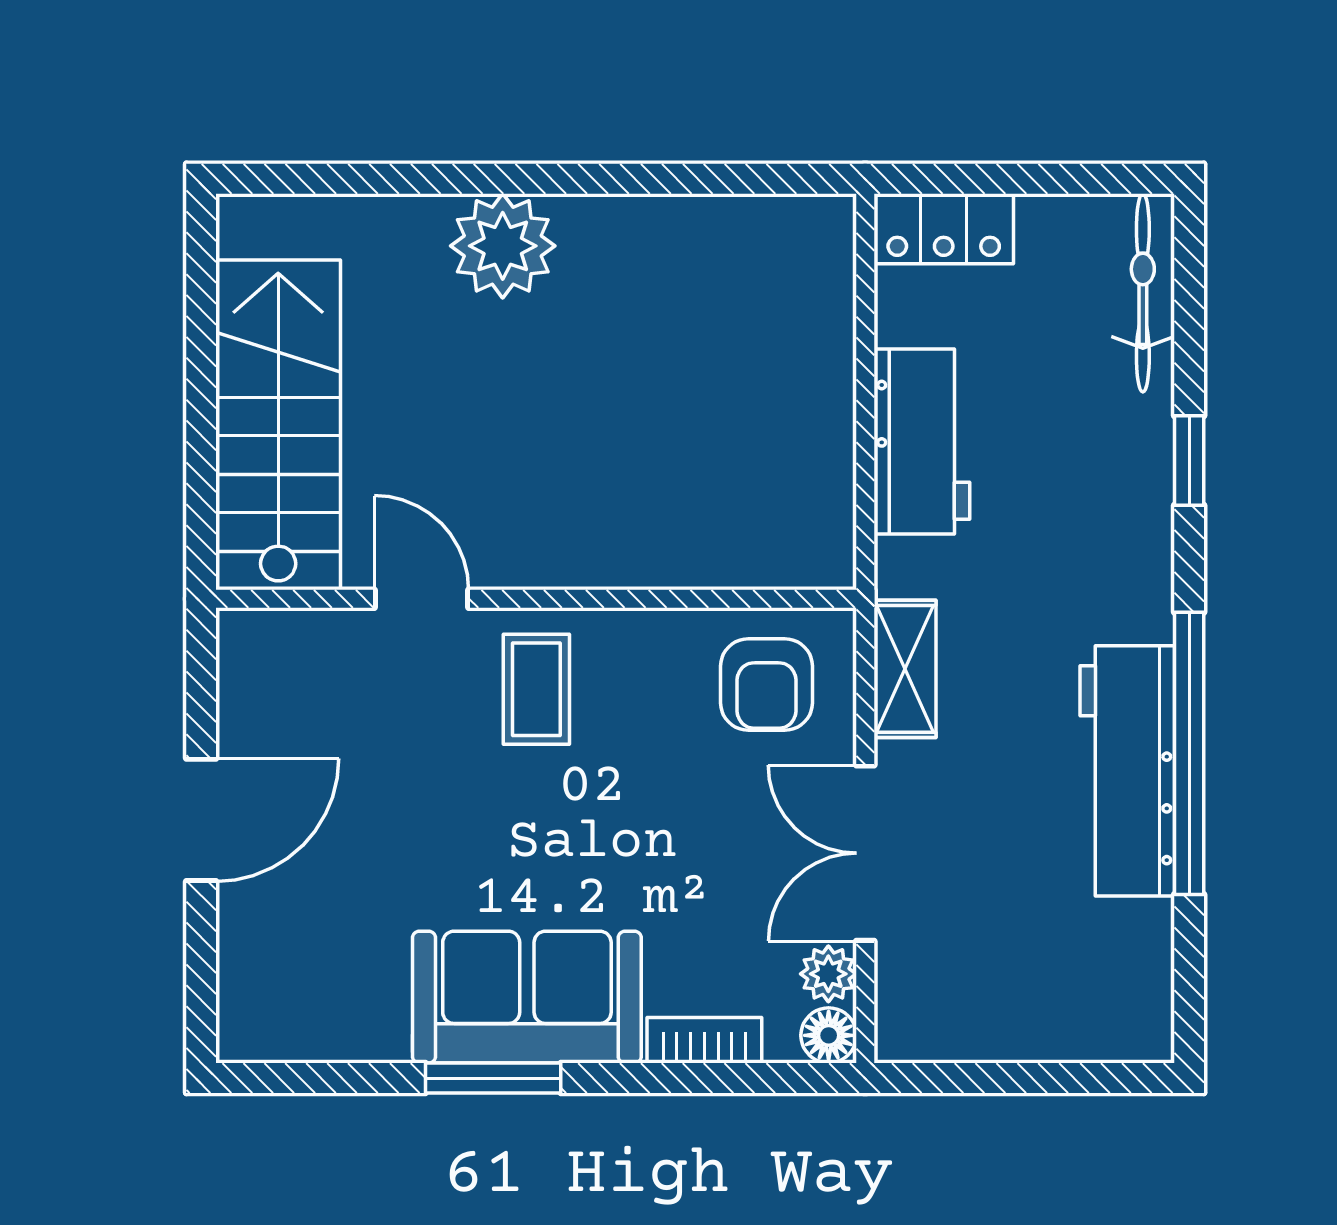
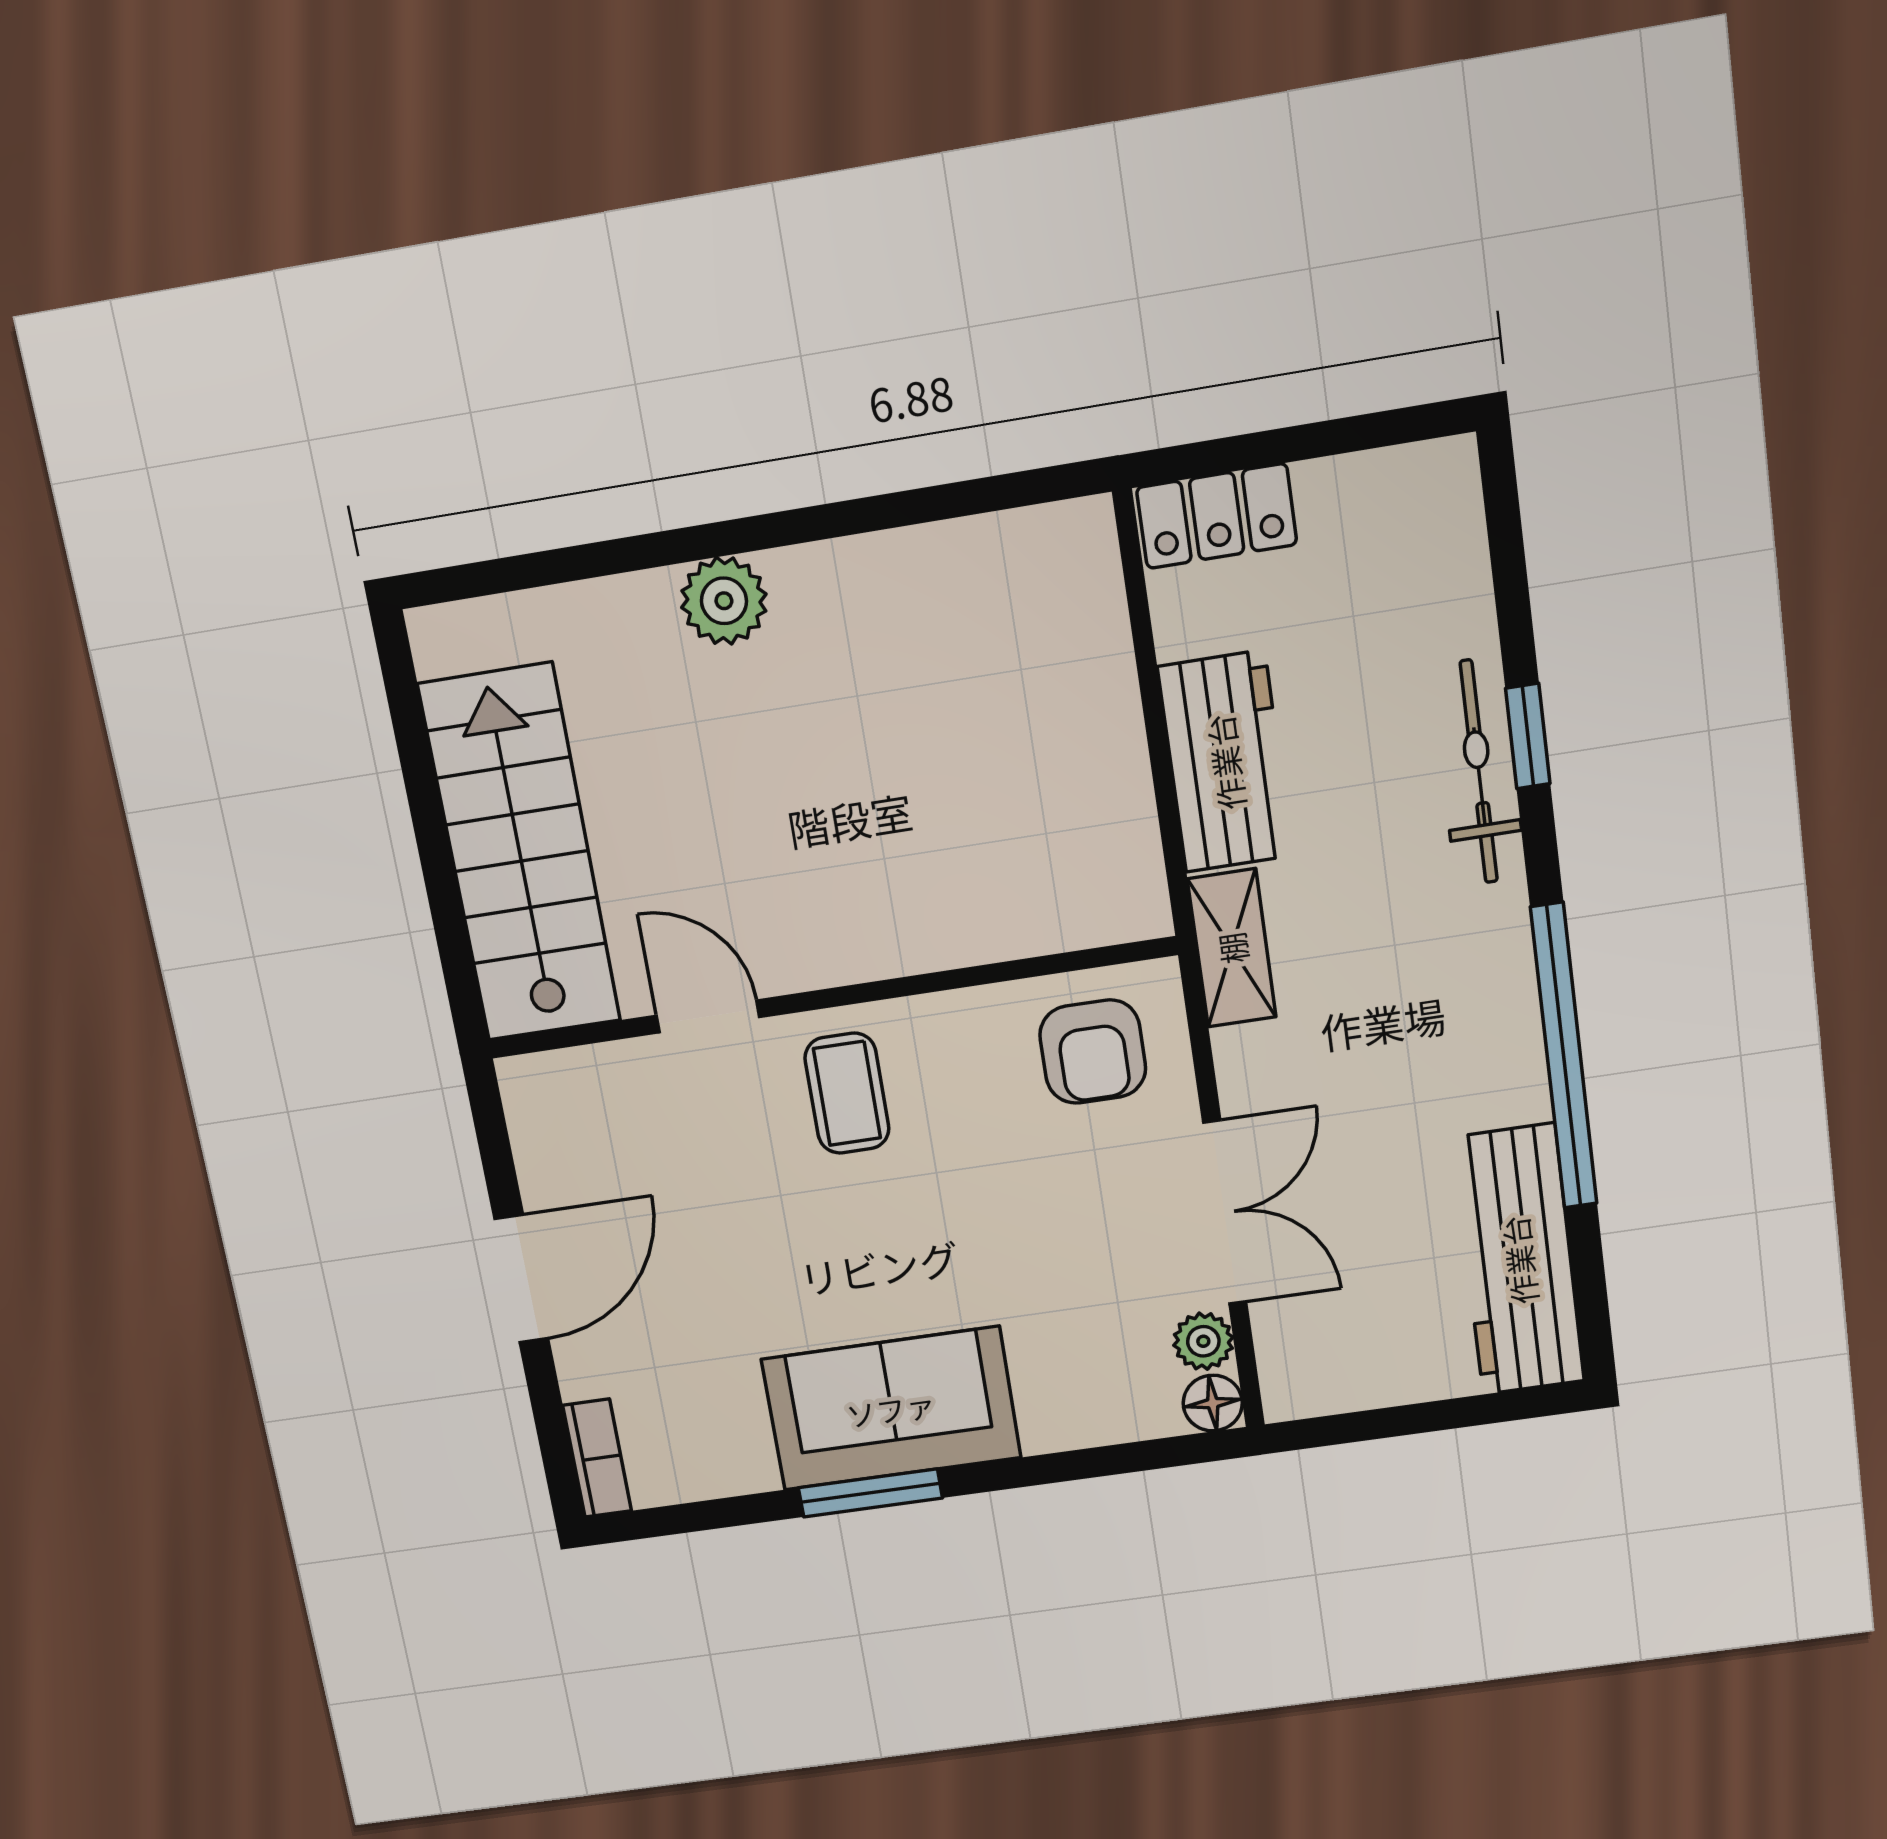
plant: (503, 246) -> (724, 601), width x0.73, depth x0.73
bicycle: (1143, 293) -> (1479, 772), moved
shelving: (905, 669) -> (1232, 948), moved
workbench: (1127, 771) -> (1519, 1260), moved
double door: (865, 853) -> (1225, 1213), swing flipped
bookcase: (704, 1040) -> (597, 1458), moved, turned 90

